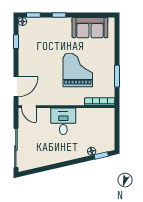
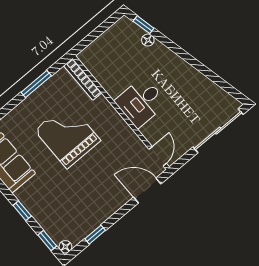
grand piano: (78, 70) -> (68, 135), turned 90

